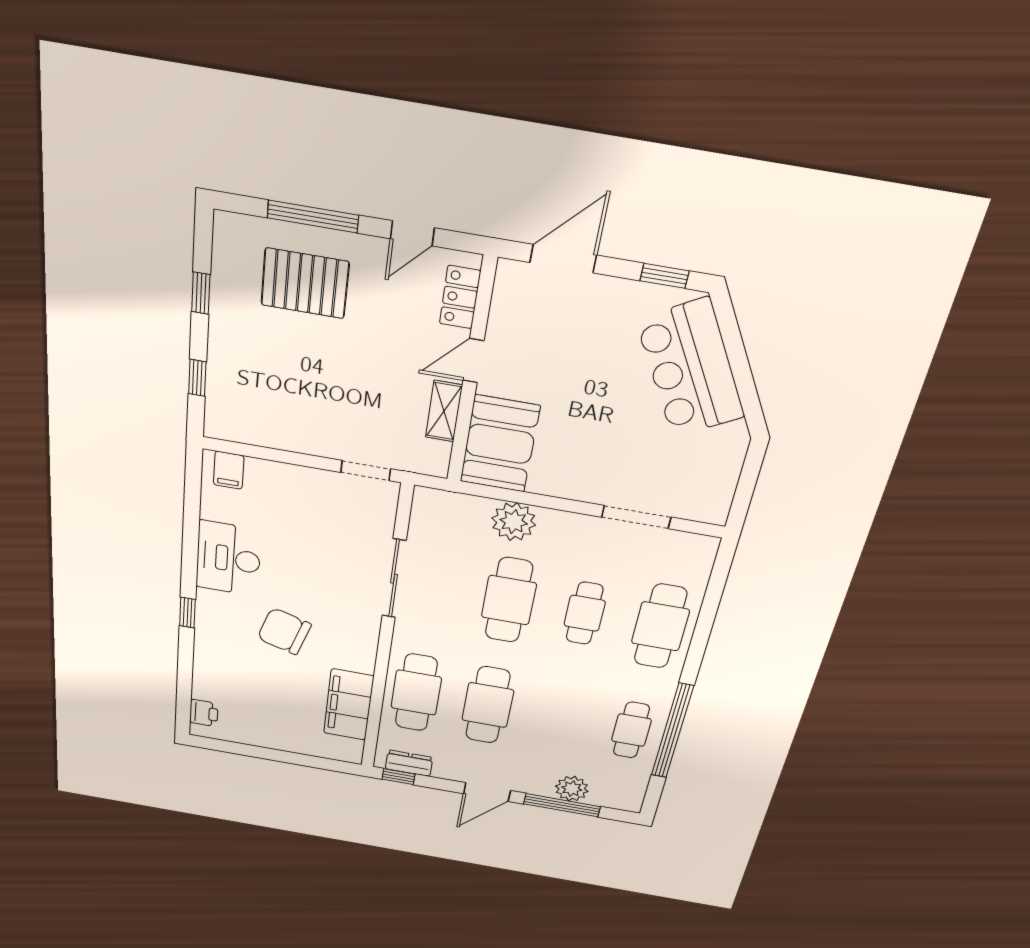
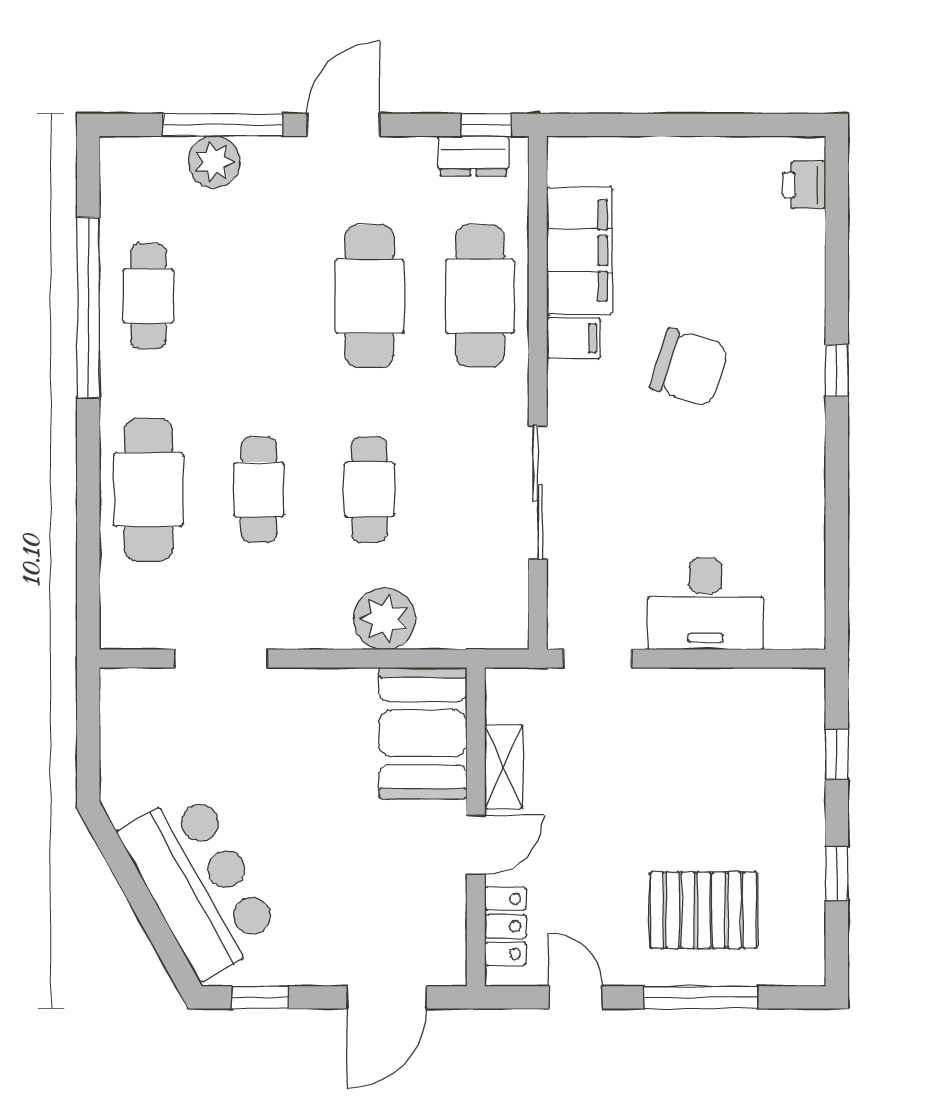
door: (412, 233) -> (576, 997), hinge flipped
filing cabinet: (229, 470) -> (574, 338), moved, turned 90
desk: (228, 559) -> (705, 604), moved, turned 90
cafe table: (509, 600) -> (369, 490), width x0.73, depth x0.74

